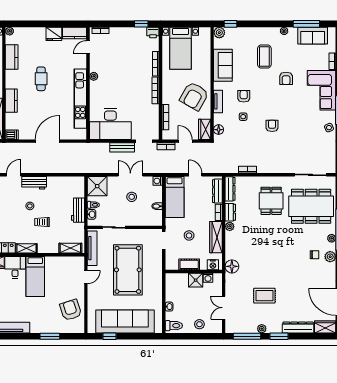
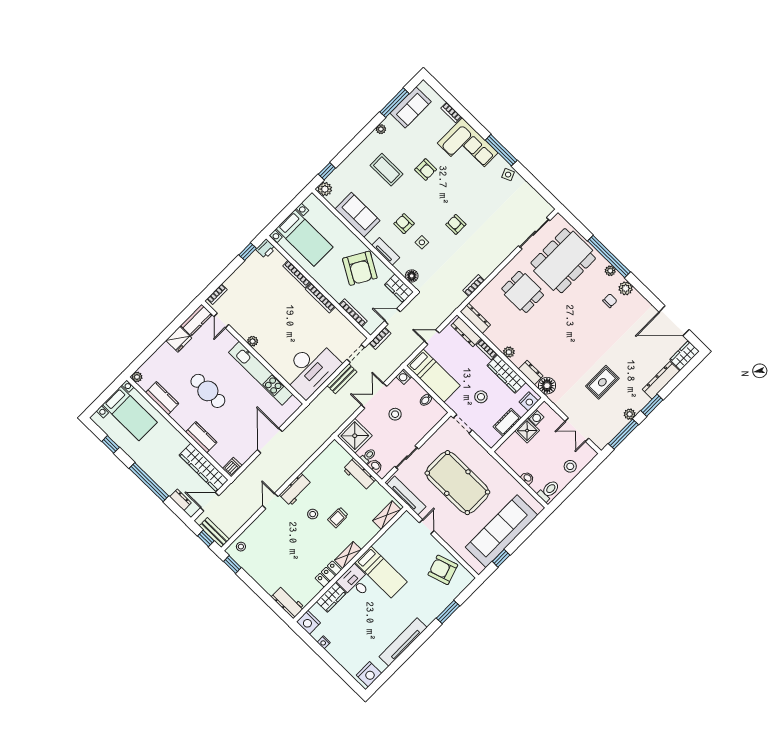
cafe table: (41, 79) -> (208, 391), width x1.37, depth x1.35
dresser: (230, 212) -> (531, 373), moved

